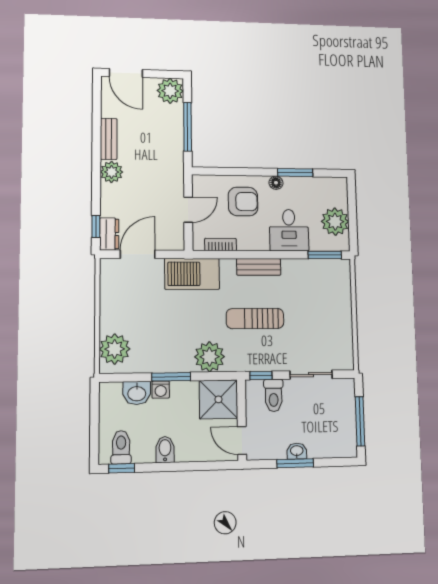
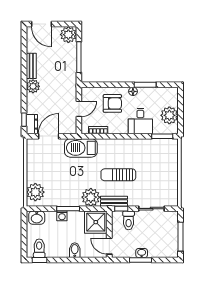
bench: (259, 267) -> (114, 201), moved
washbasin: (137, 393) -> (37, 218), moved
bidet: (165, 450) -> (75, 250), moved

